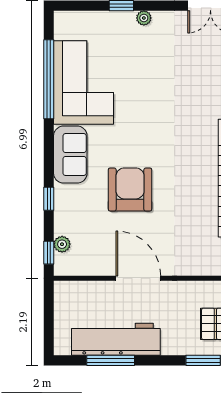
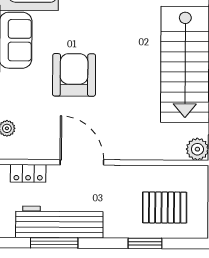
locker: (84, 290) -> (28, 173), added

